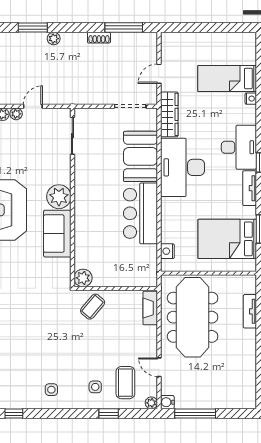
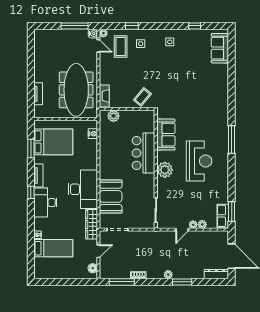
floor lamp: (168, 48) -> (93, 268), added
bar counter: (140, 213) -> (143, 153), moved, turned 180
sofa: (57, 234) -> (166, 135), moved
plant: (83, 278) -> (114, 116), moved
door: (159, 367) -> (98, 46), moved

